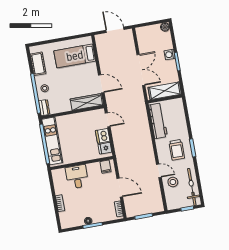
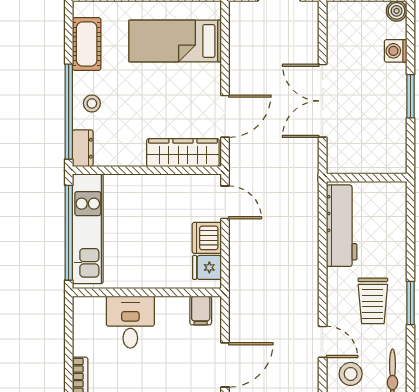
washing machine: (170, 55) -> (396, 51), moved
double door: (141, 70) -> (323, 101), swing flipped
door: (101, 84) -> (225, 116), hinge flipped
shelving: (165, 91) -> (369, 159), removed
door: (120, 188) -> (225, 365), hinge flipped

